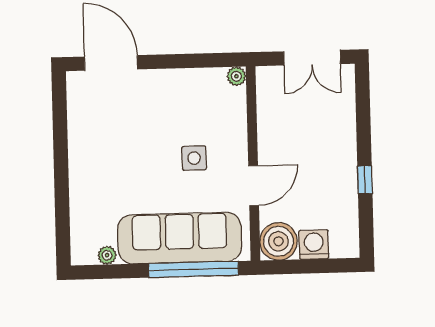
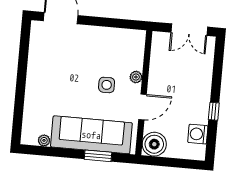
plant: (236, 76) -> (136, 77), moved
washing machine: (314, 245) -> (198, 134), moved, turned -90
window: (193, 269) -> (98, 156), width x0.47

